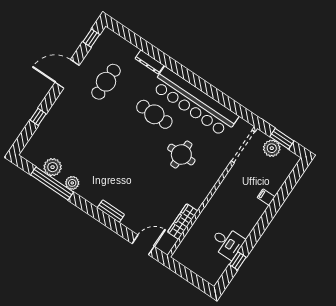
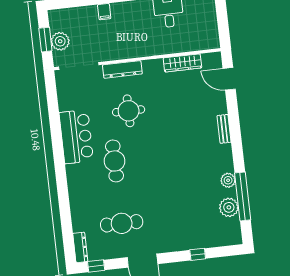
dresser: (149, 62) -> (80, 247), moved
bar counter: (195, 102) -> (76, 137), width x0.54
dresser: (214, 175) -> (122, 69), added

